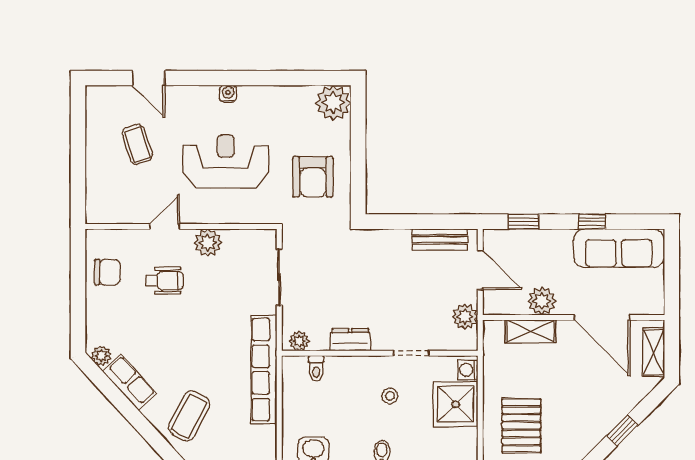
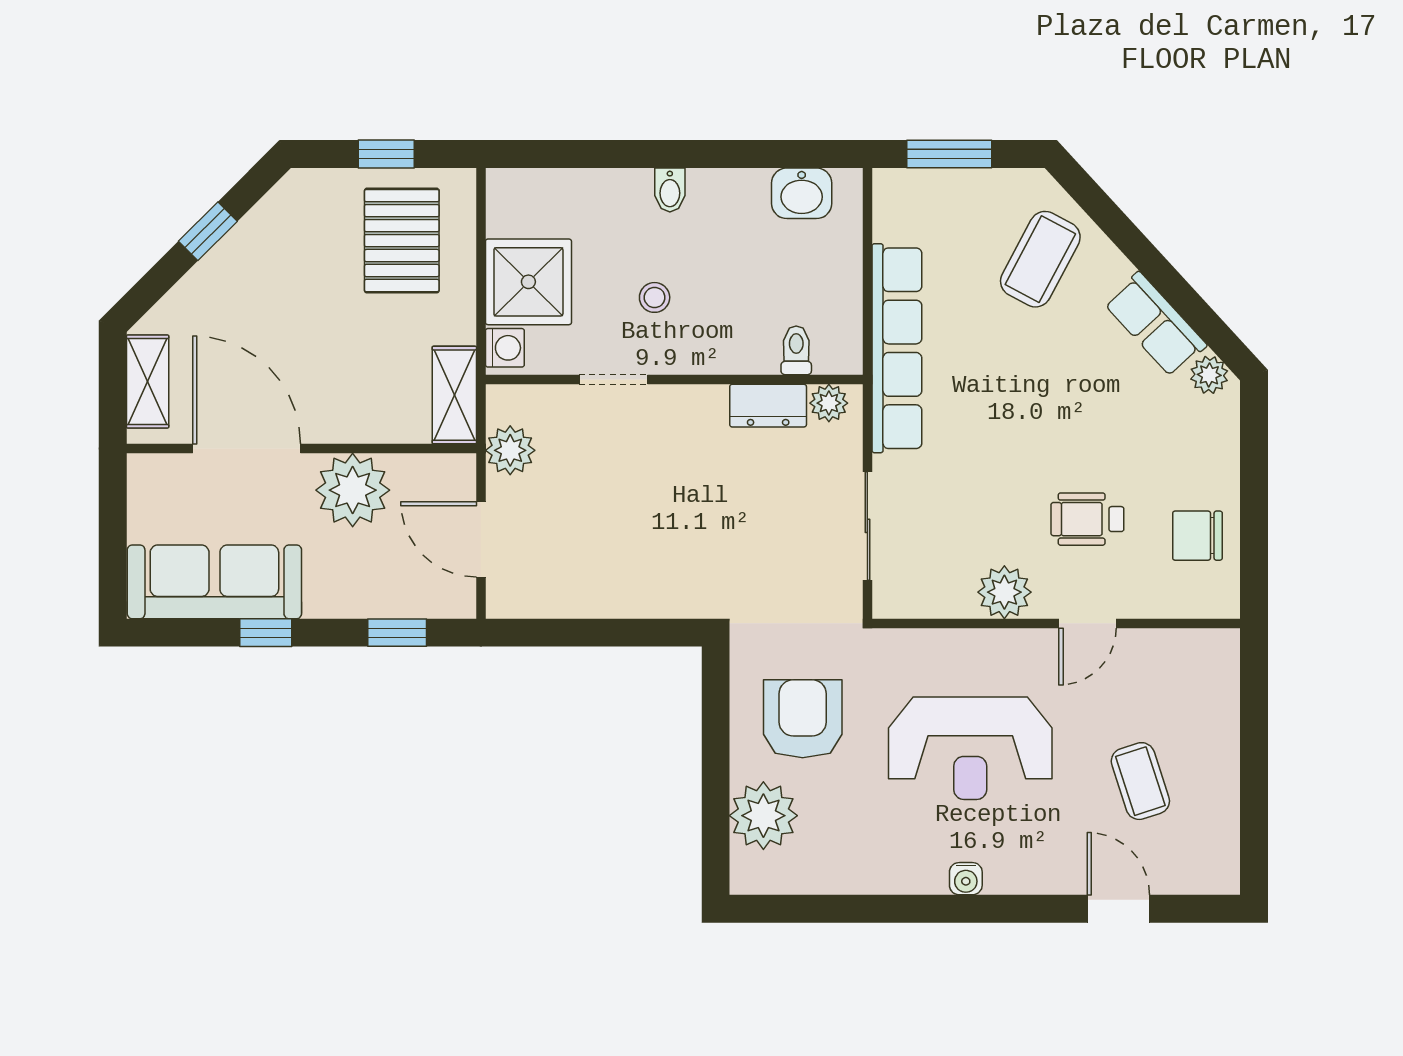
plant: (333, 103) -> (763, 816), moved
bench: (440, 239) -> (559, 598), removed
plant: (542, 301) -> (353, 490), width x1.36, depth x1.36
shelving: (531, 331) -> (454, 395), moved, turned 90
dresser: (350, 340) -> (768, 406), moved

